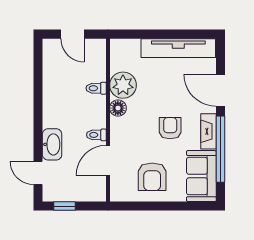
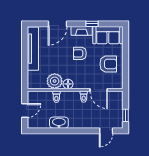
washbasin: (52, 144) -> (59, 123), moved
window: (221, 149) -> (92, 24), width x0.32

